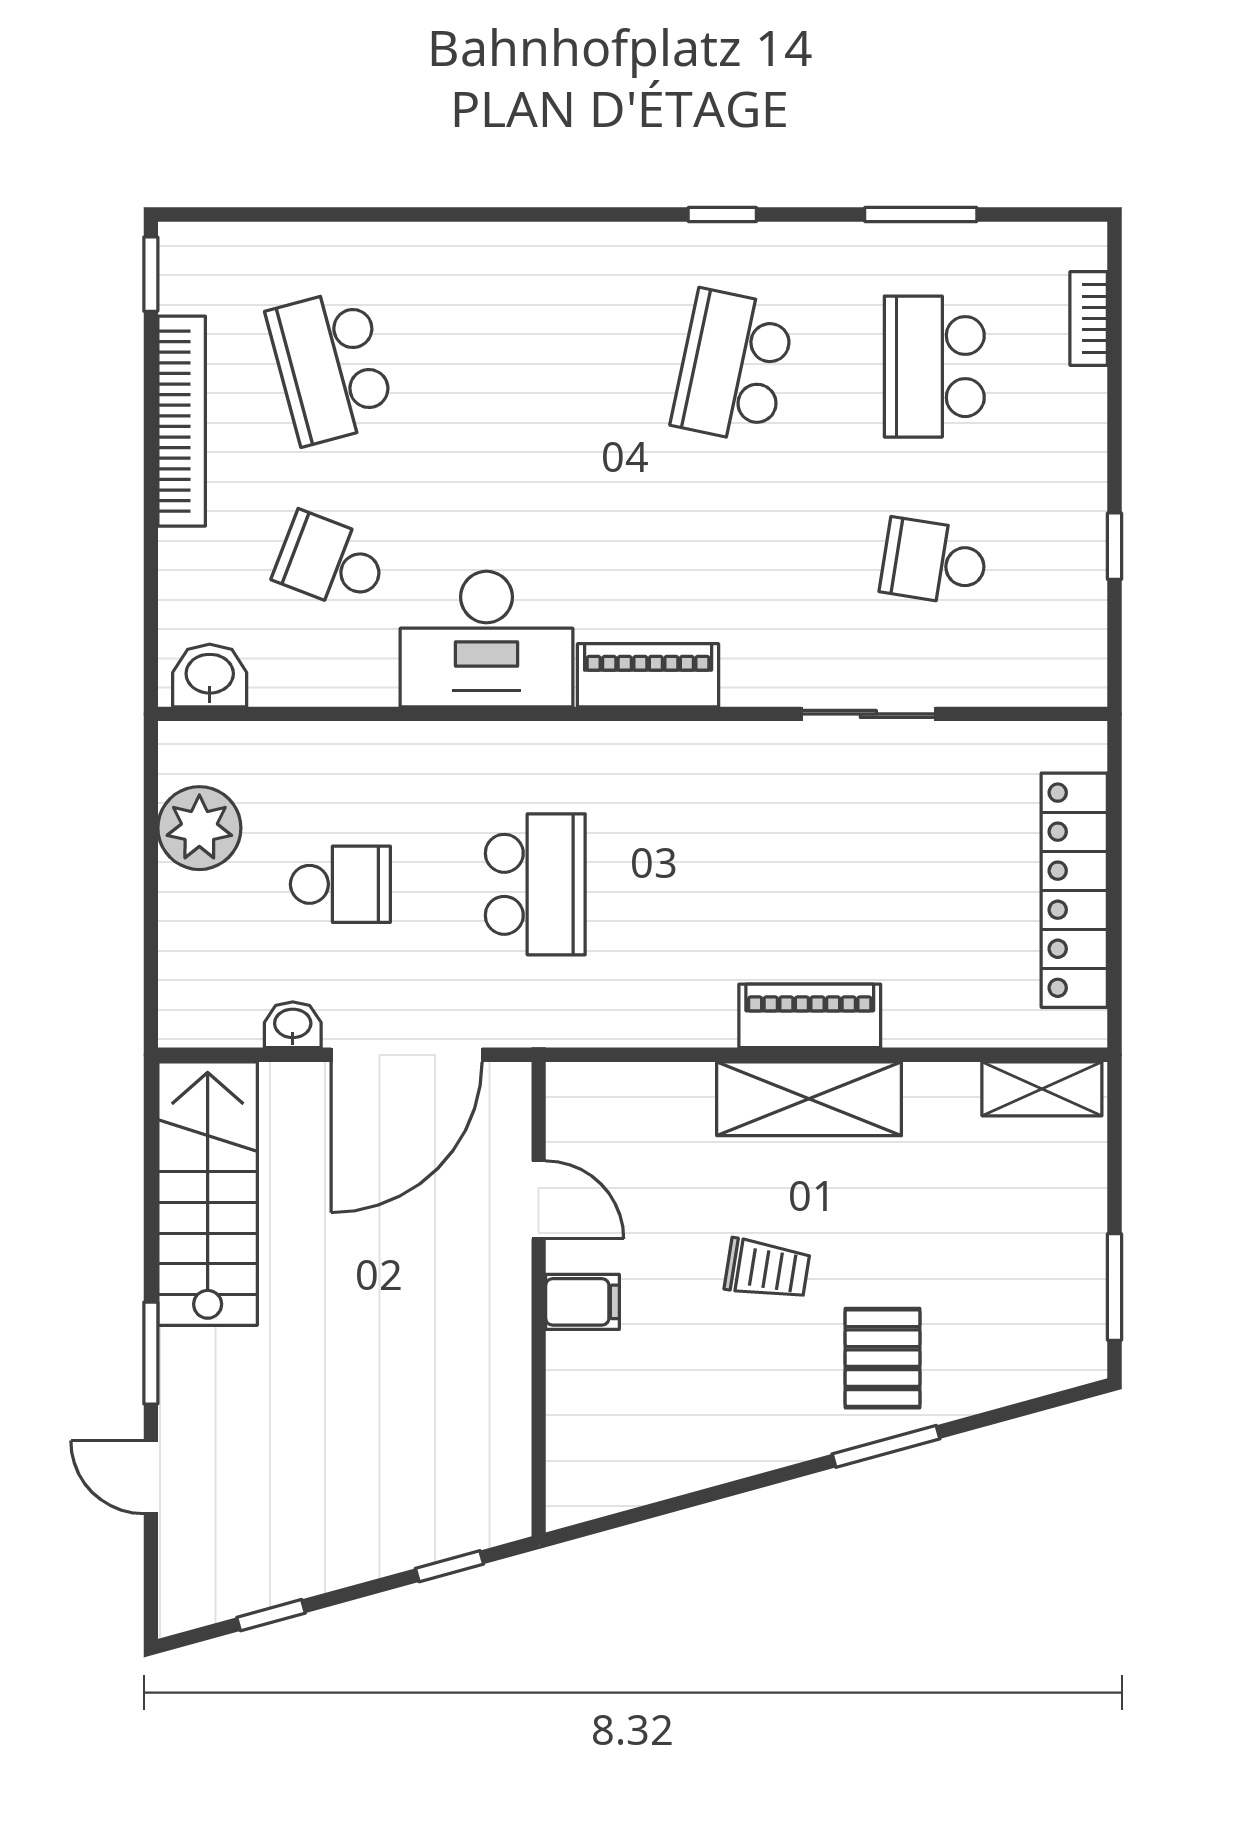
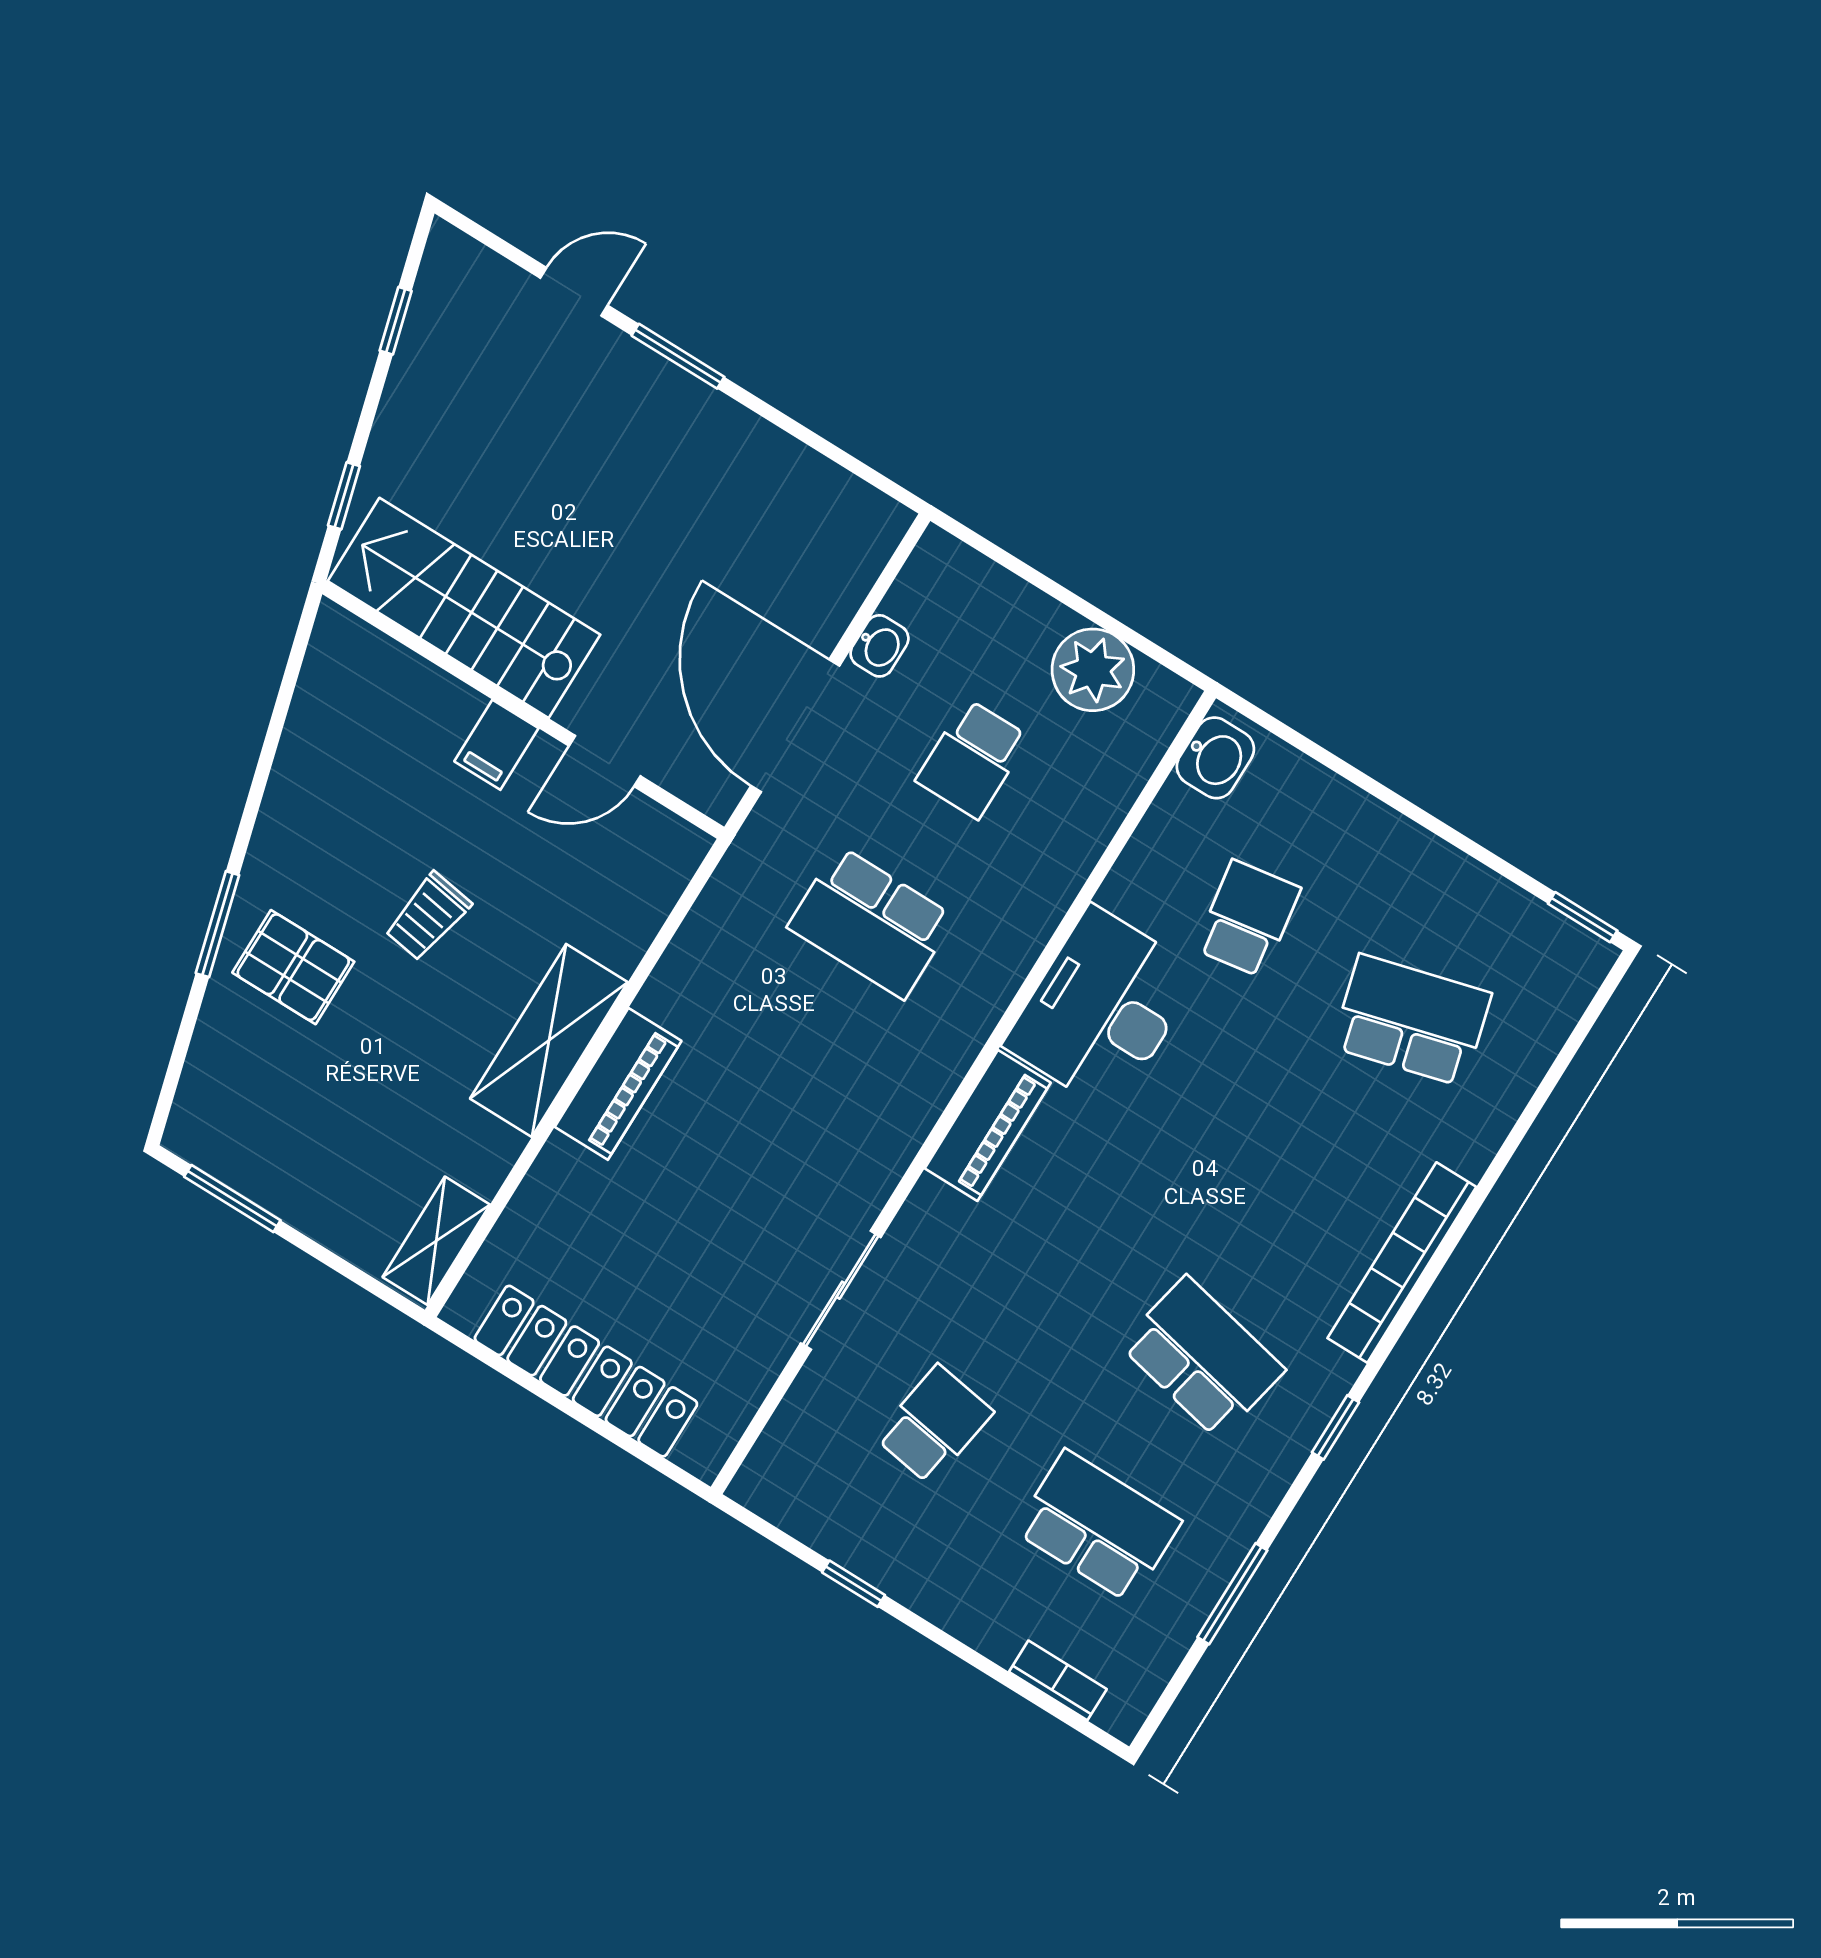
bookcase: (182, 421) -> (1402, 1263), moved, turned 90
school desk: (331, 562) -> (1248, 919), turned -30
stairs: (208, 1194) -> (464, 608), moved, turned 180

